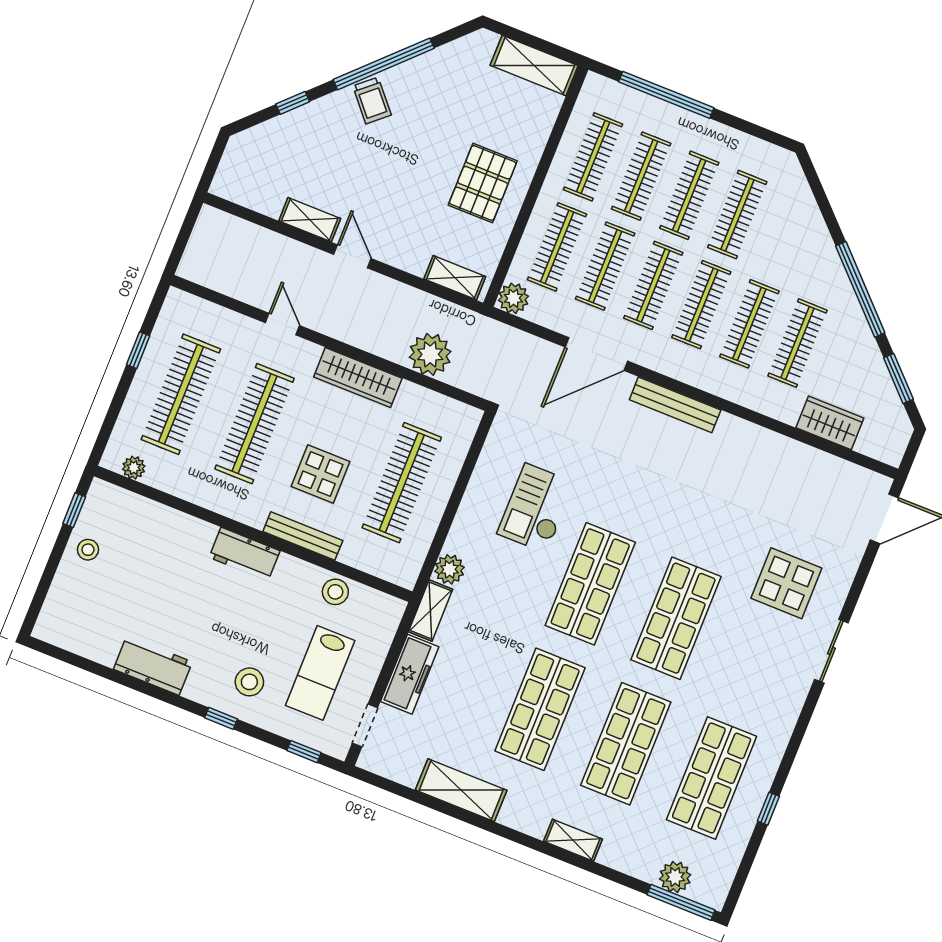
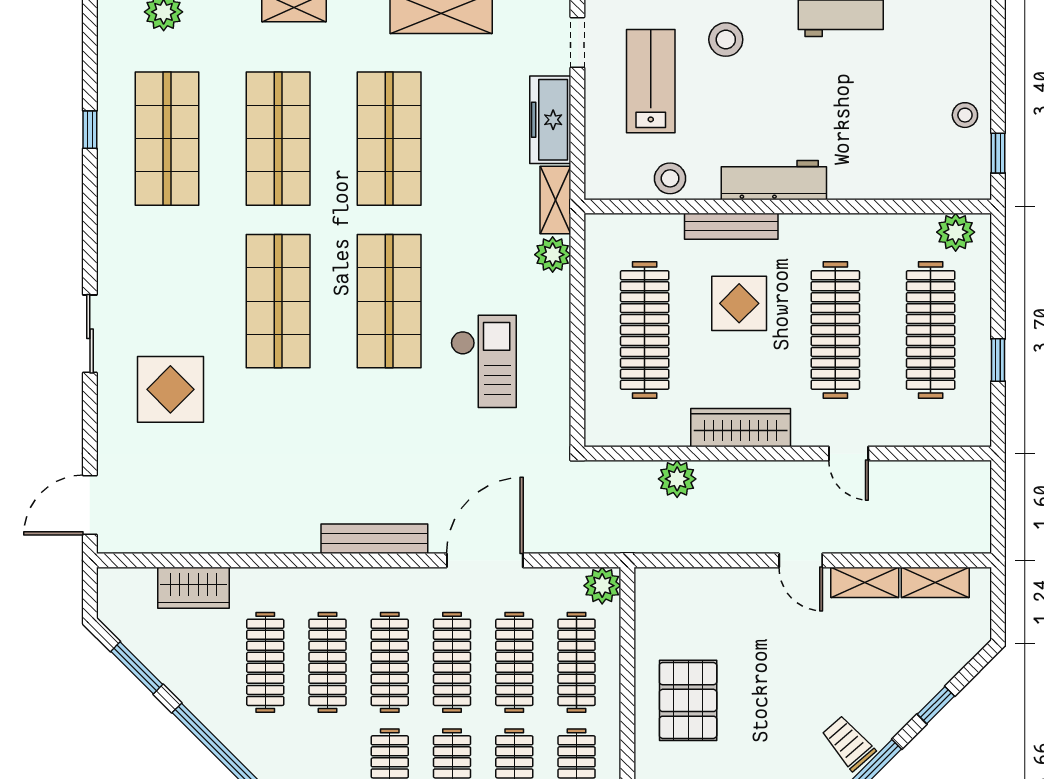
shelving: (455, 278) -> (935, 582), moved
plant: (430, 354) -> (677, 479), width x0.73, depth x0.73
plant: (134, 468) -> (956, 232), width x1.38, depth x1.38
workbench: (245, 554) -> (774, 180), width x1.38

